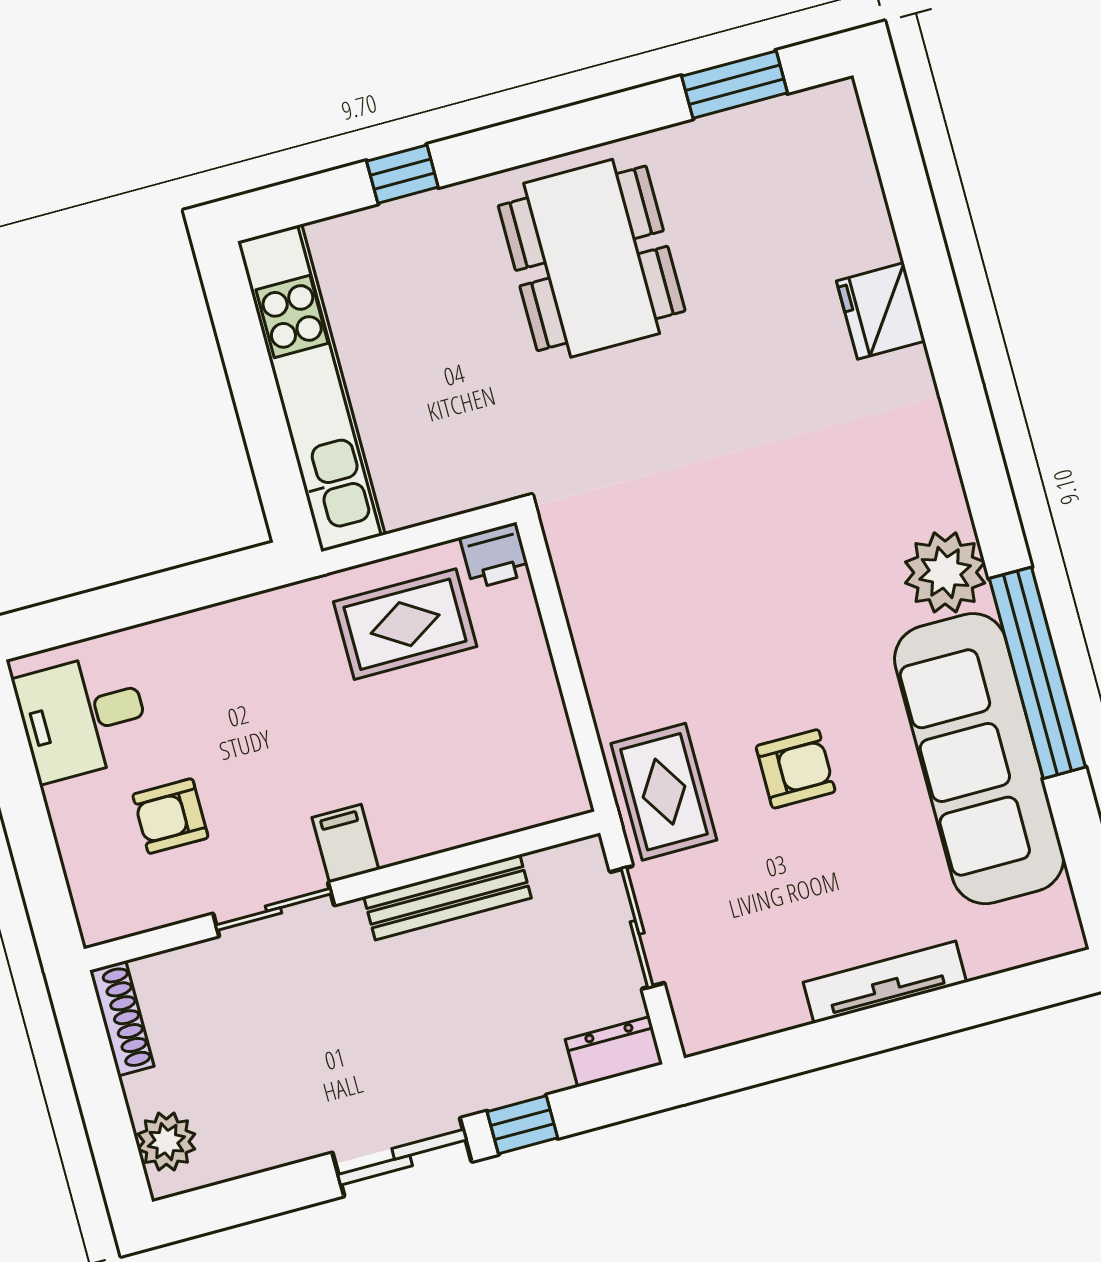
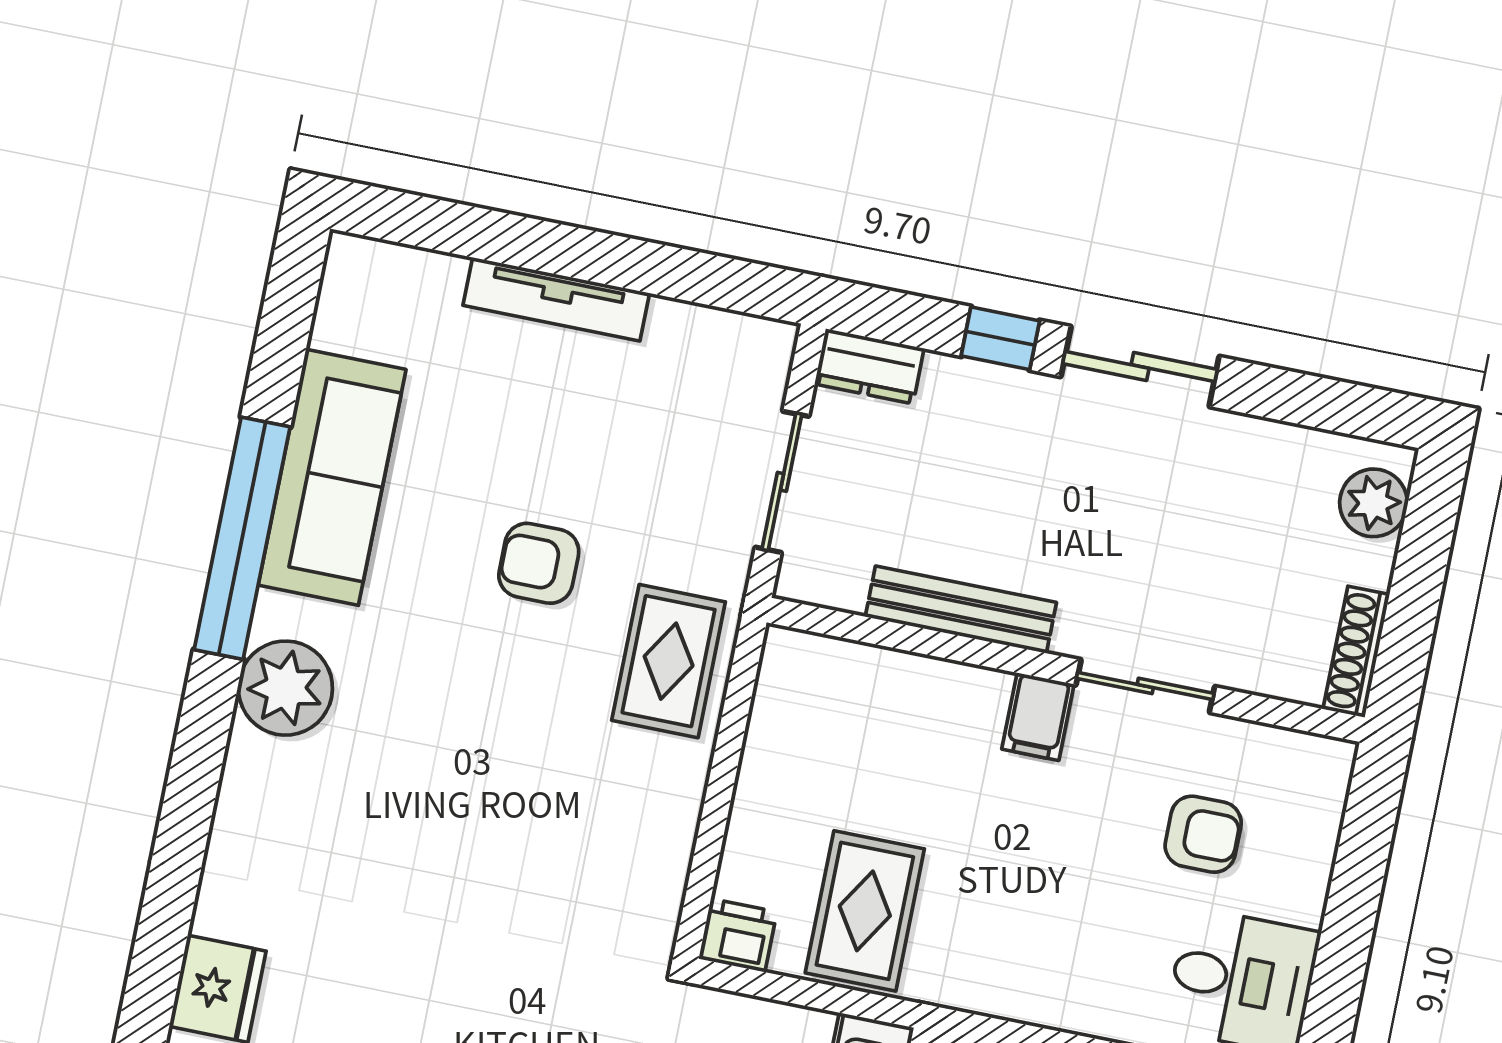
rug: (405, 624) -> (865, 911), turned 90
sofa: (979, 759) -> (332, 477), width x0.74, depth x0.79
rug: (664, 792) -> (669, 661), moved

